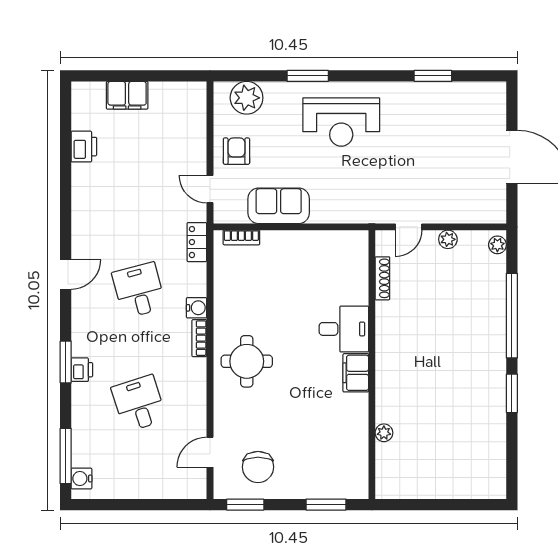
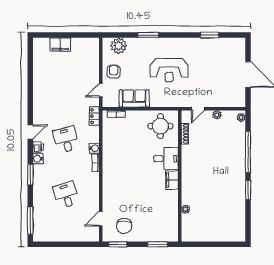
reception desk: (341, 122) -> (169, 70), moved
printer: (84, 147) -> (39, 69), removed
door: (210, 189) -> (101, 90), hinge flipped
round table: (247, 361) -> (160, 126), moved
printer: (82, 370) -> (38, 147), moved
water cooler: (81, 478) -> (38, 159), moved

